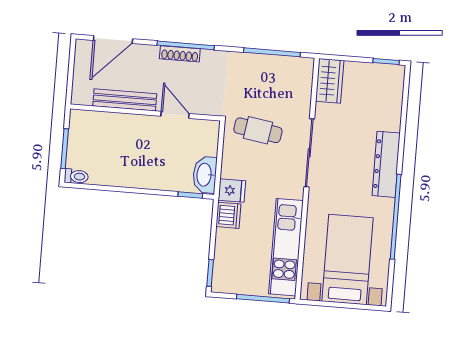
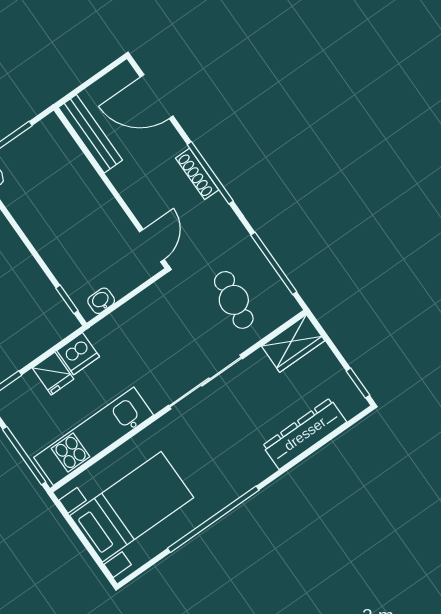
bench: (125, 100) -> (90, 134), moved
door: (175, 115) -> (152, 246), moved
cafe table: (258, 130) -> (234, 300), moved
dresser: (386, 164) -> (305, 434), moved
washbasin: (205, 175) -> (101, 301), width x0.52, depth x0.69
fridge: (232, 191) -> (53, 373), moved

